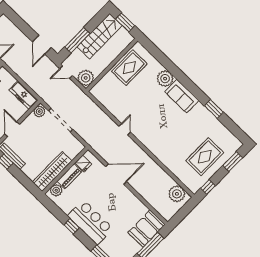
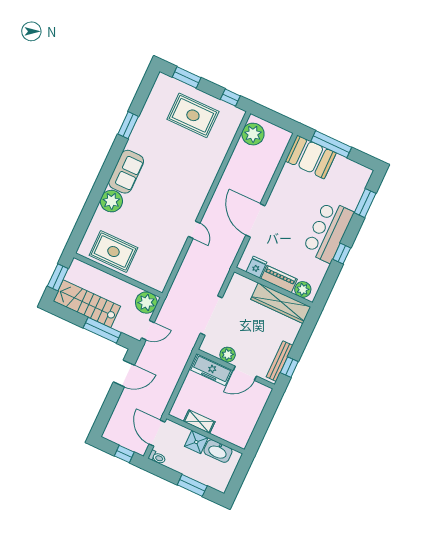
door: (66, 72) -> (148, 330), hinge flipped
freezer: (23, 95) -> (212, 370), moved, turned 90
plant: (39, 112) -> (228, 355), moved
door: (125, 129) -> (194, 230), swing flipped

